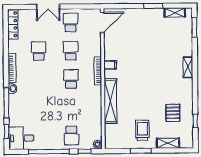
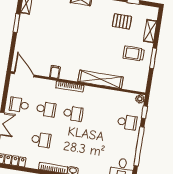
school desk: (39, 51) -> (41, 140), turned 180
school desk: (71, 51) -> (46, 109), turned 180
filing cabinet: (110, 65) -> (55, 72), moved
school desk: (71, 79) -> (73, 114), turned 180

